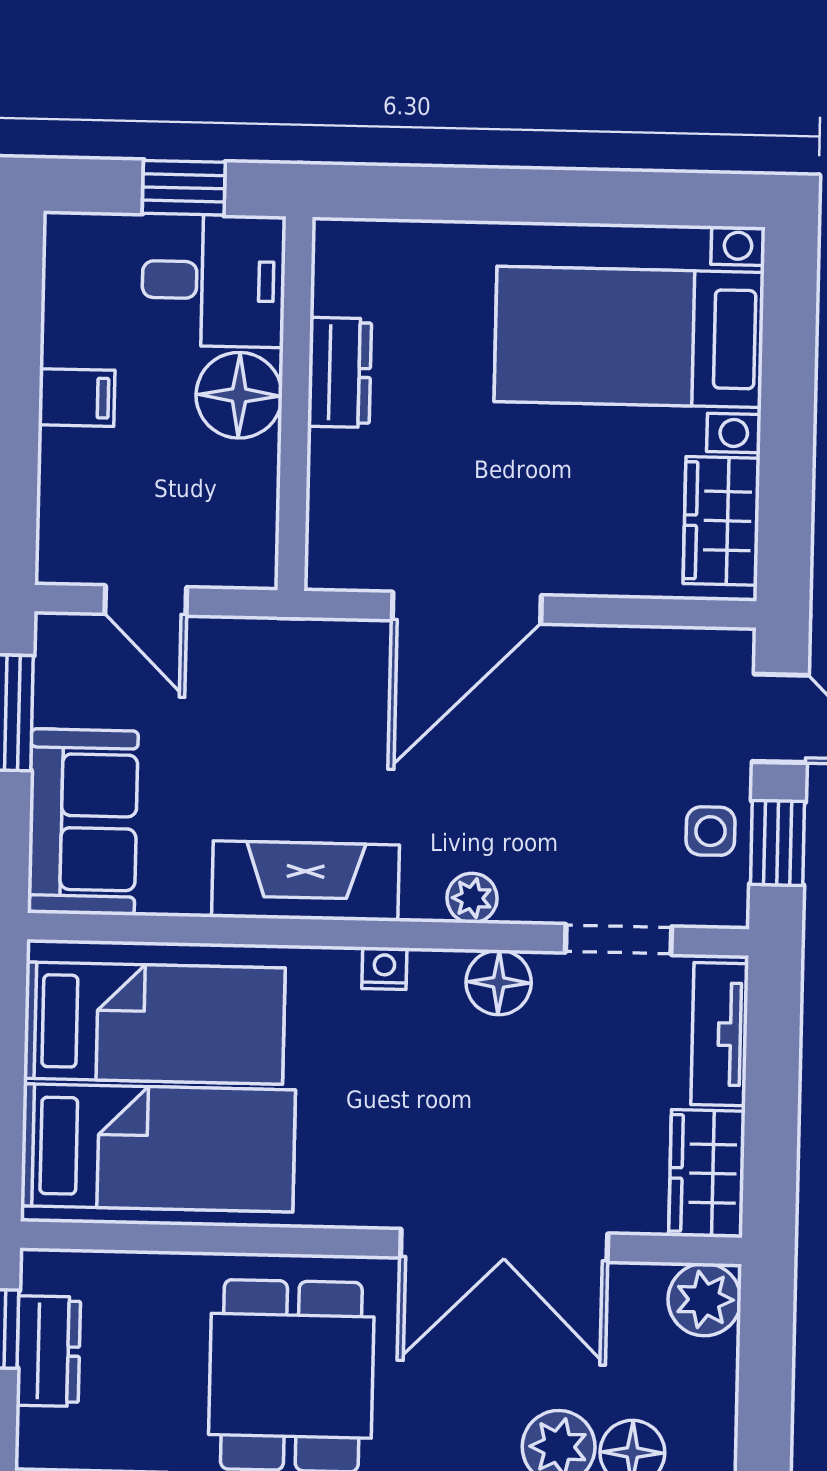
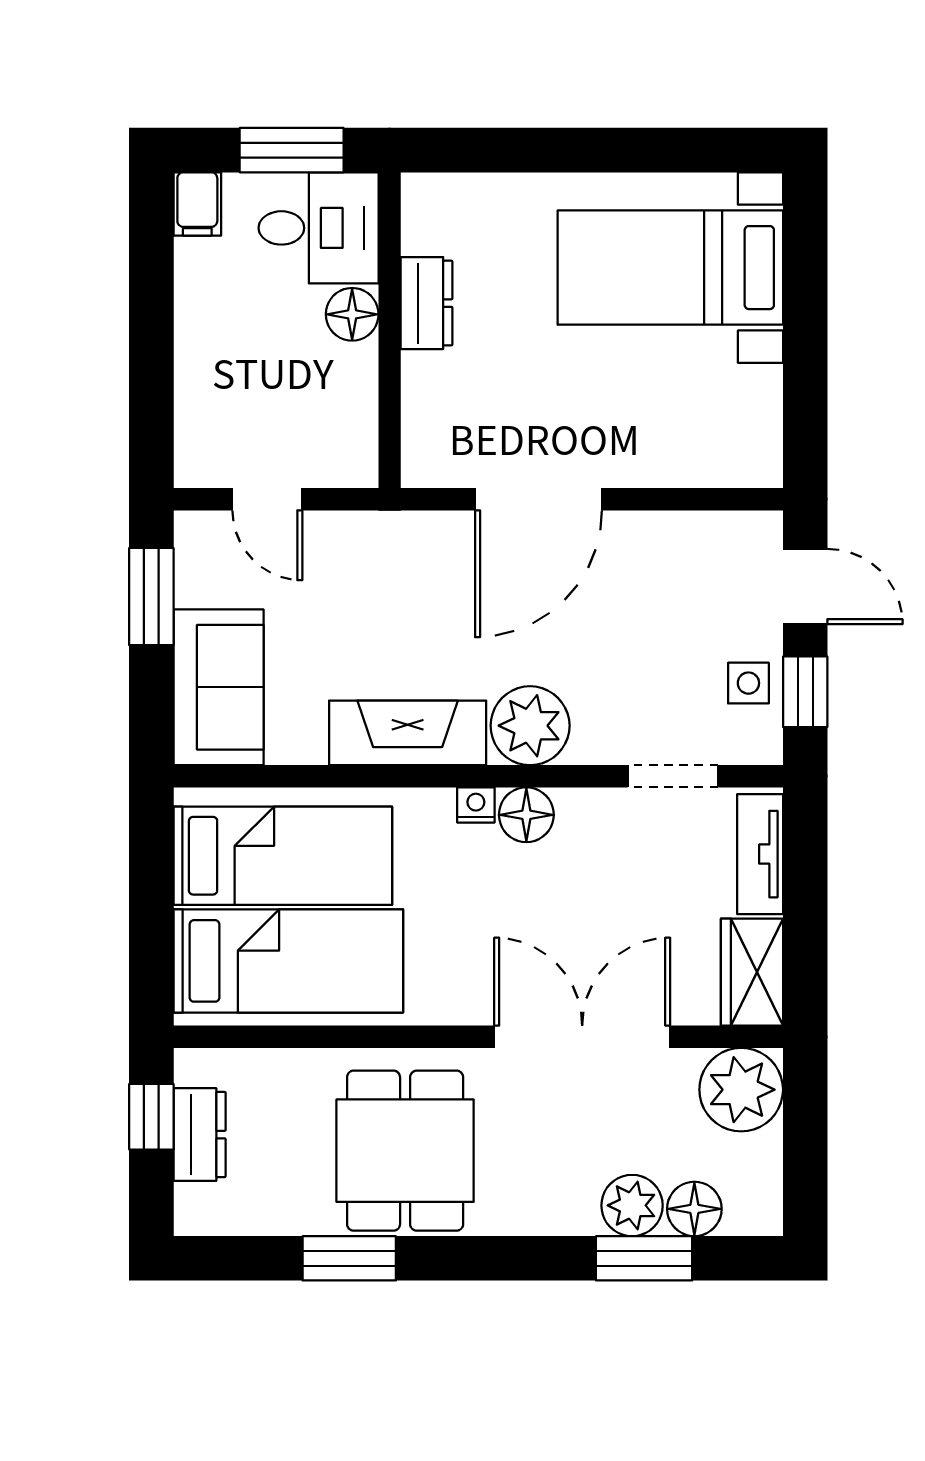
window: (184, 188) -> (292, 150), width x1.50
floor lamp: (239, 395) -> (352, 314), width x0.73, depth x0.73
filing cabinet: (77, 398) -> (197, 204), moved, turned 90
wardrobe: (722, 521) -> (752, 421), removed
plant: (472, 898) -> (530, 726), width x1.87, depth x1.87
floor lamp: (499, 982) -> (526, 815), moved
double door: (504, 1245) -> (582, 1037), swing flipped
plant: (704, 1300) -> (741, 1090), width x1.36, depth x1.36

